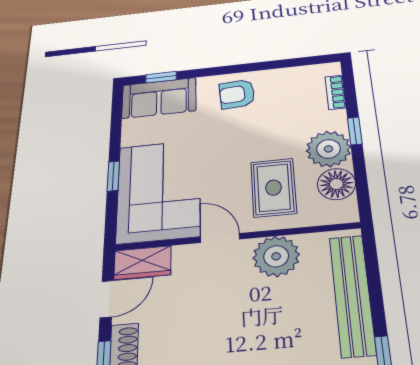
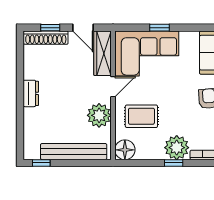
plant: (328, 149) -> (177, 148), moved
floor lamp: (336, 184) -> (125, 150), moved
wardrobe: (143, 263) -> (102, 53), width x1.50

